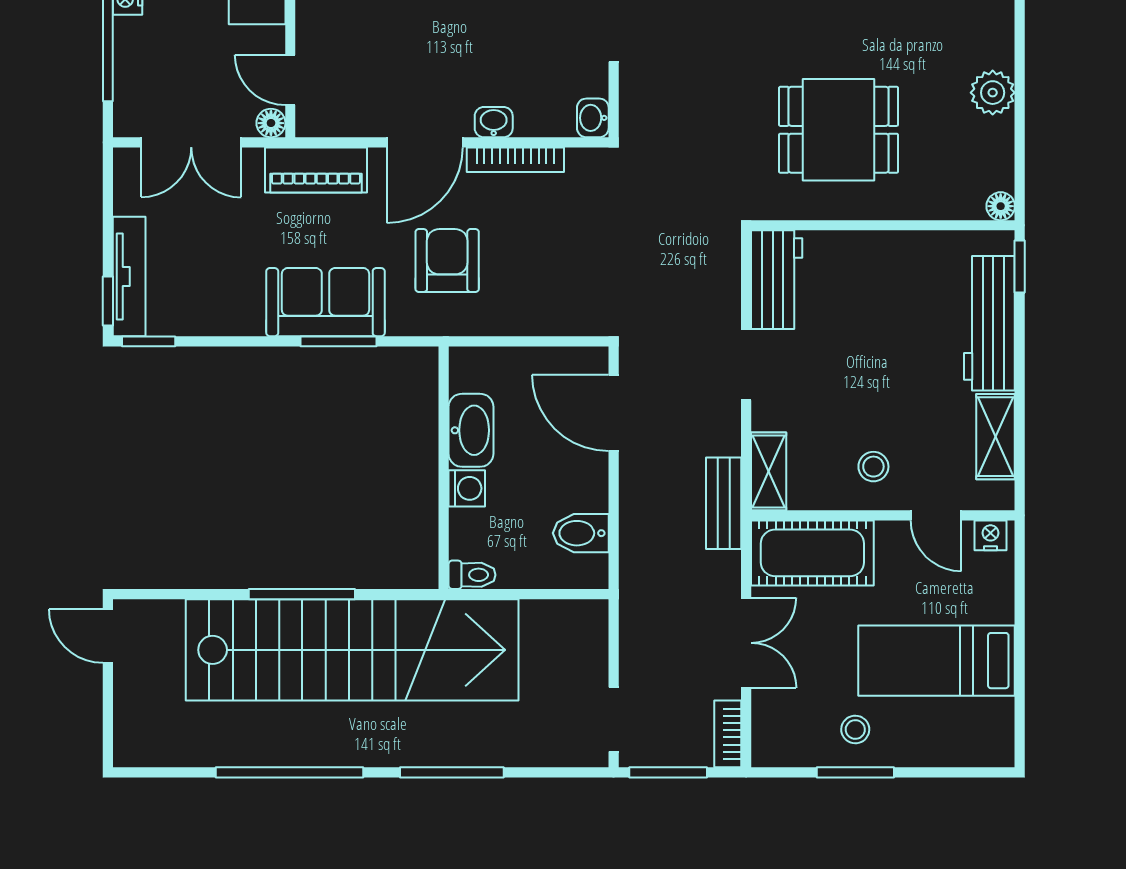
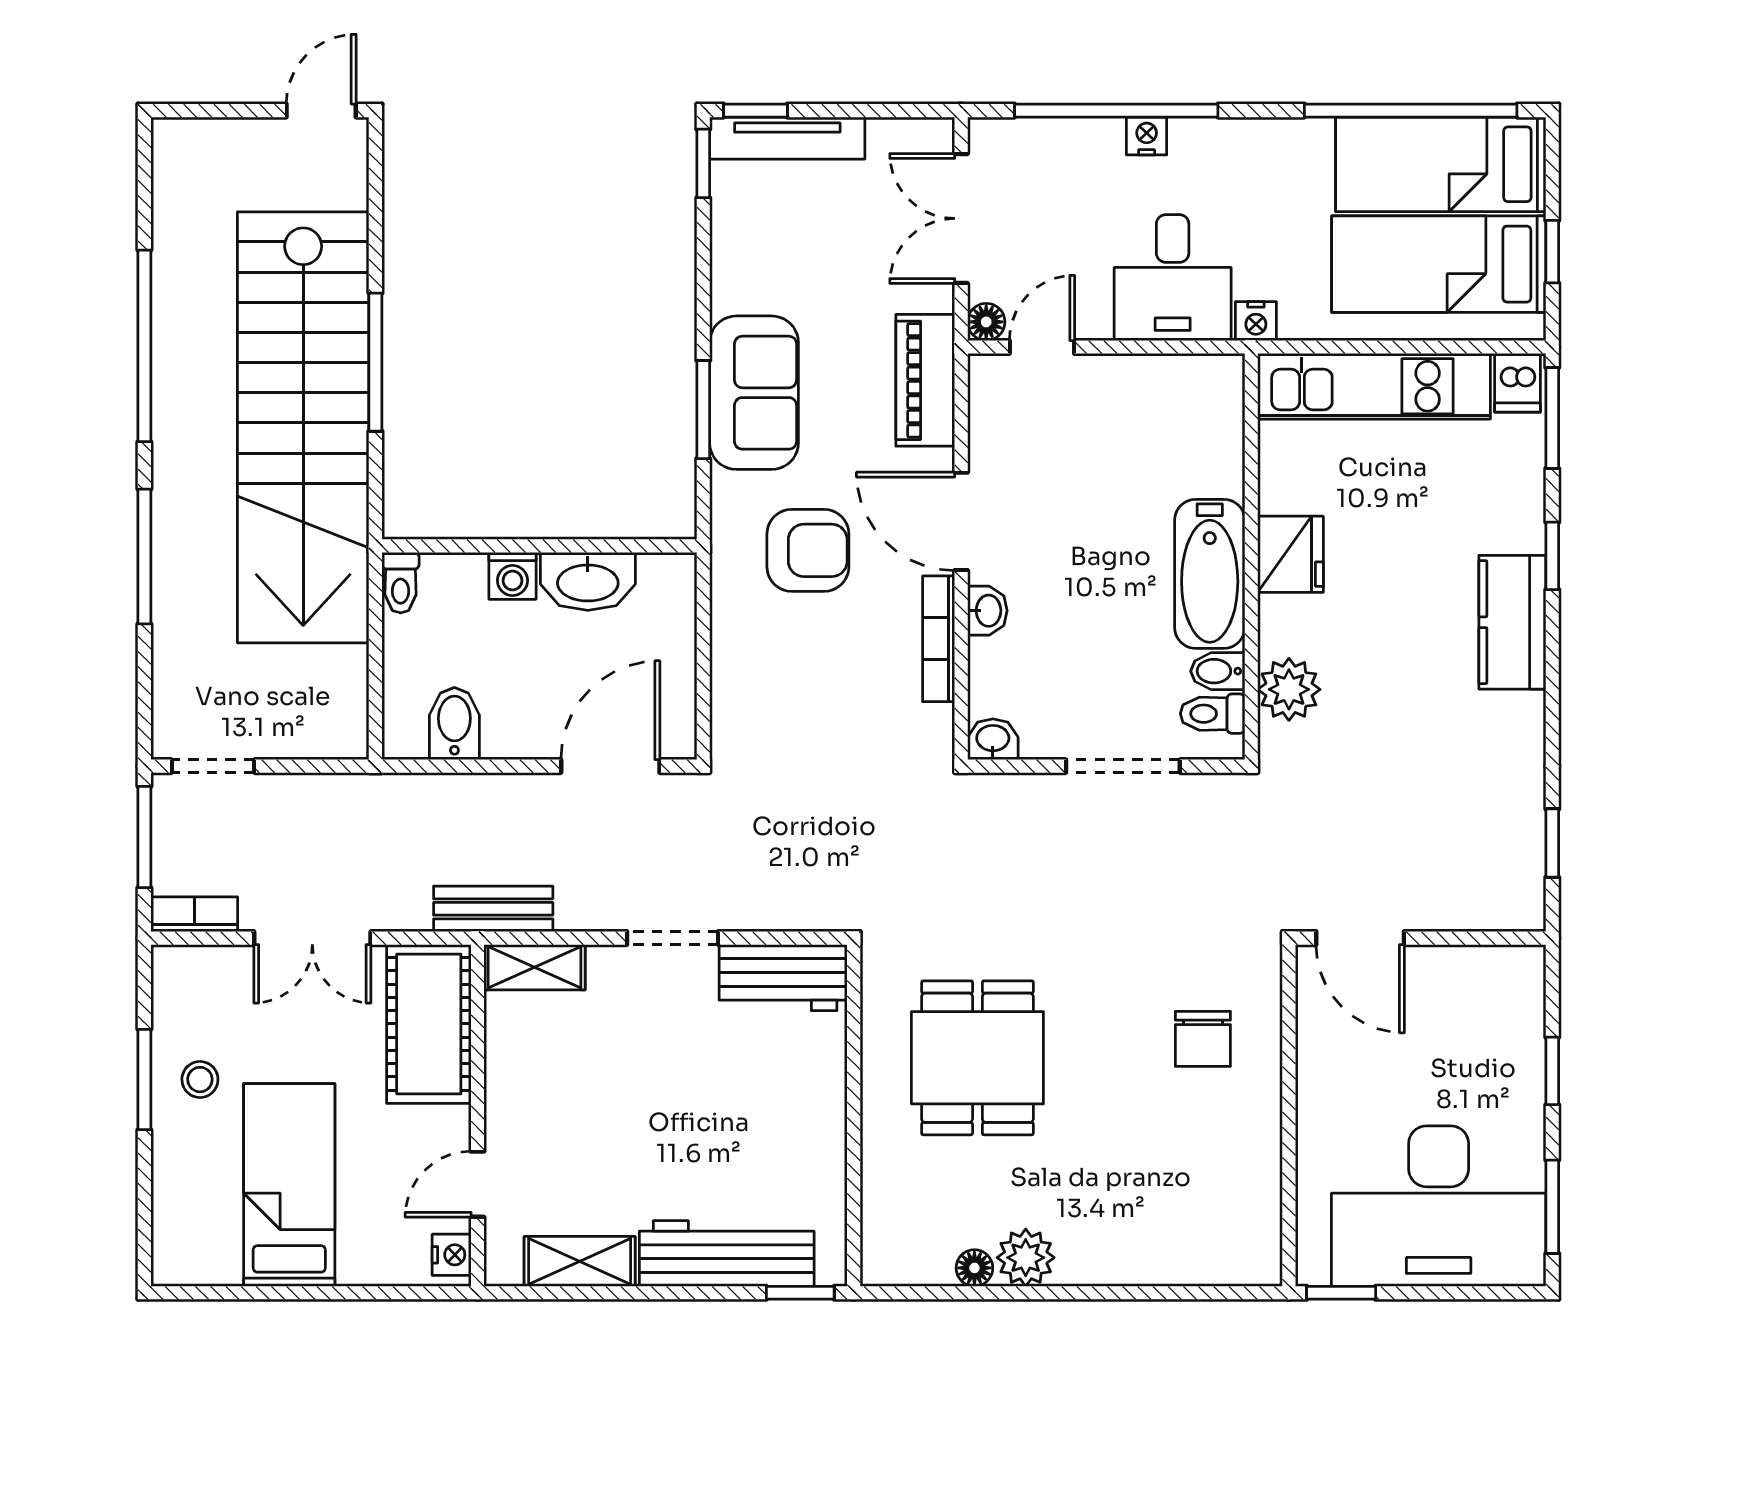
floor lamp: (1001, 206) -> (974, 1268), moved
stool: (873, 467) -> (541, 1103), removed

